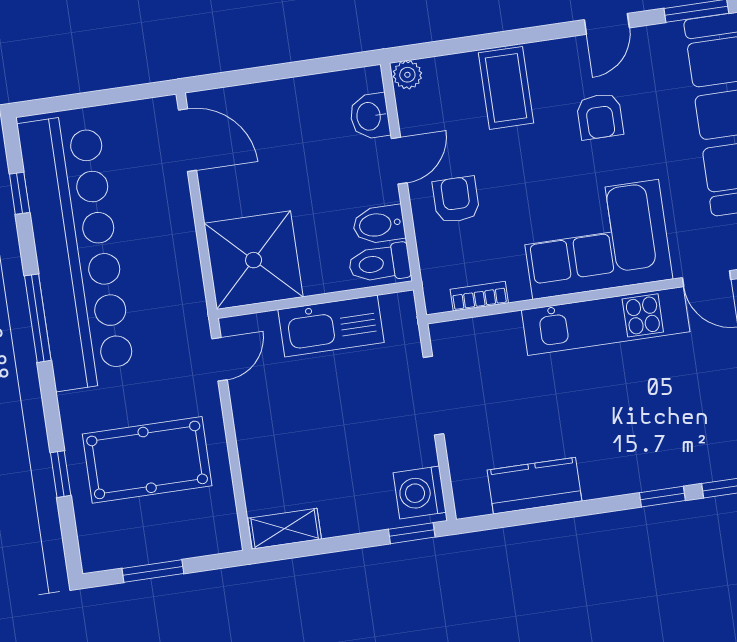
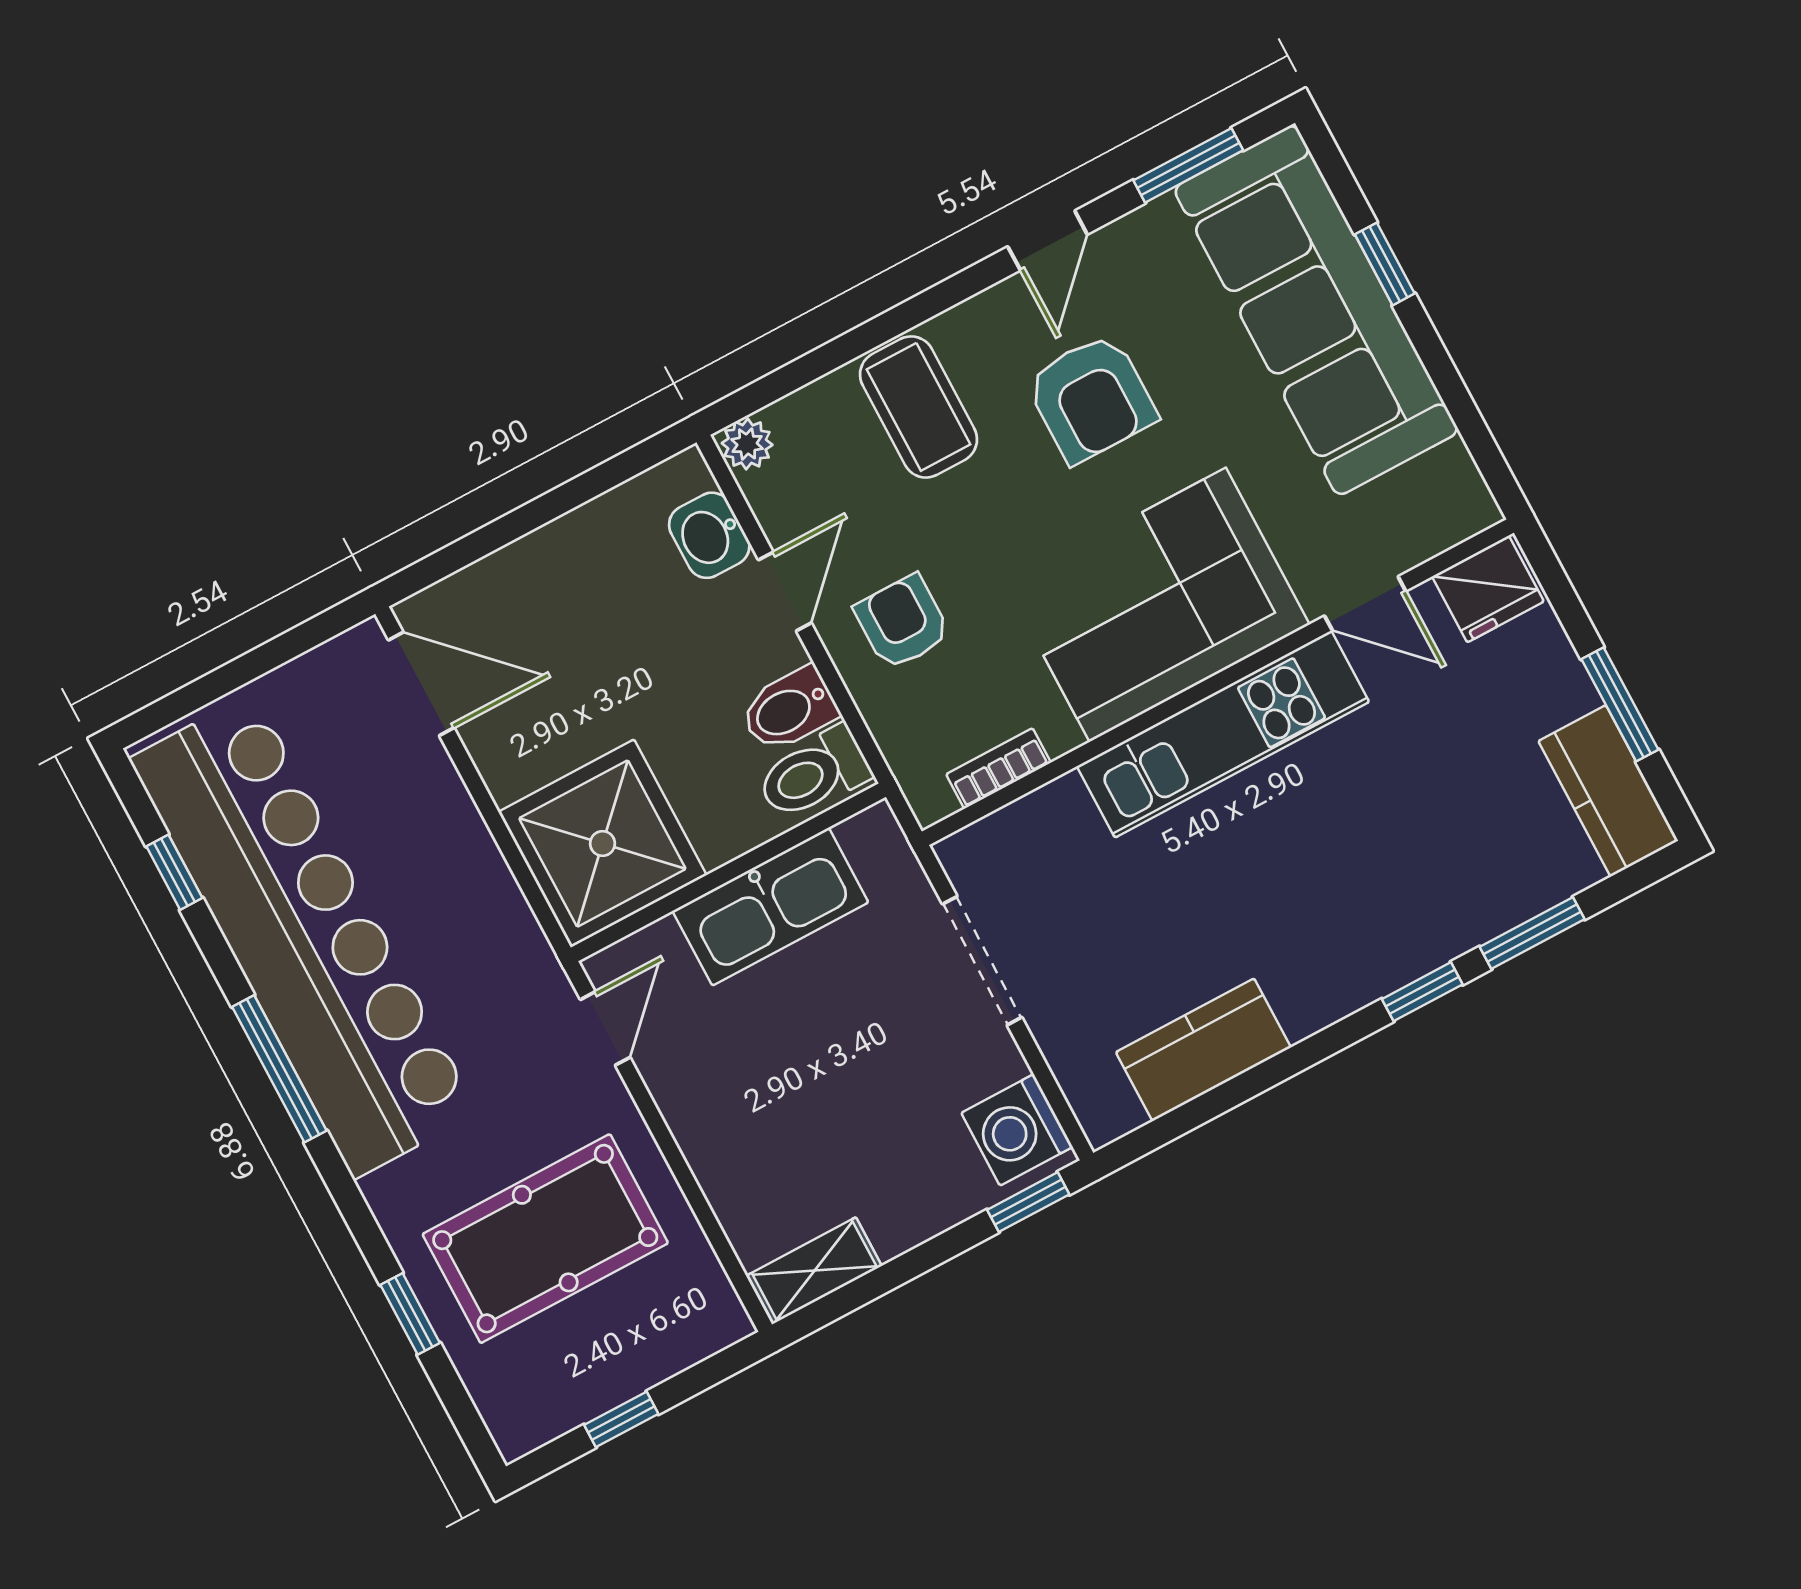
armchair: (600, 116) -> (1091, 398), width x1.38, depth x1.38
window: (153, 571) -> (621, 1419), width x0.67

